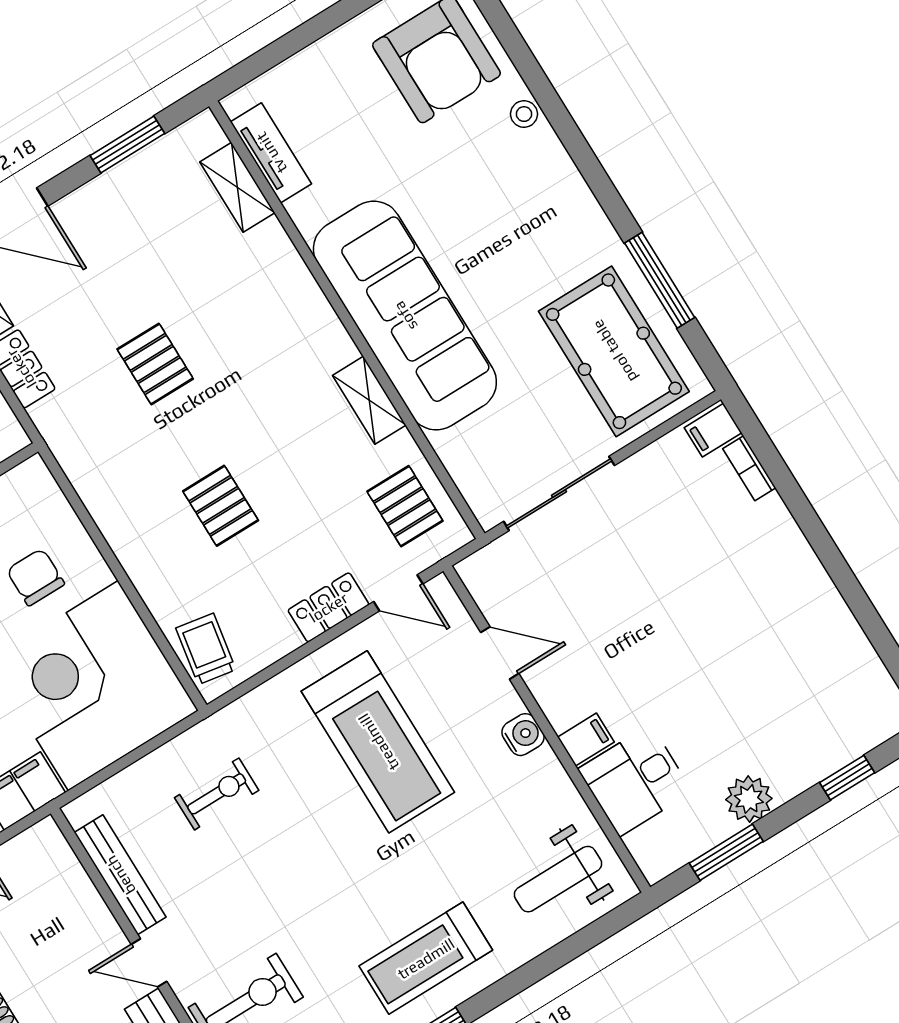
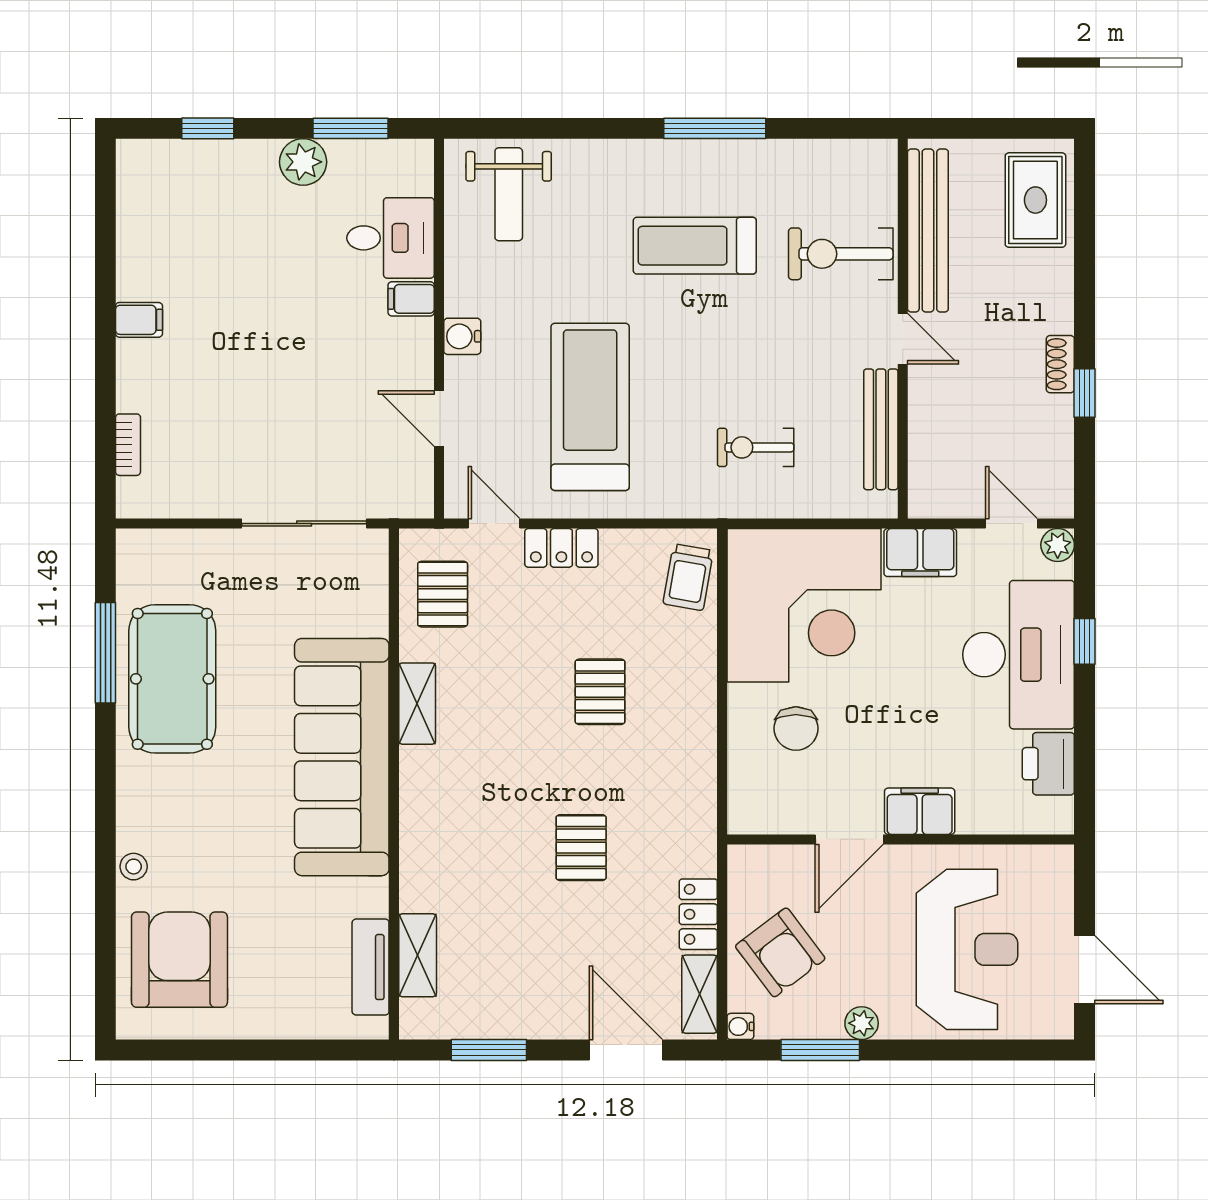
pool table: (614, 351) -> (172, 679), moved
filing cabinet: (713, 430) -> (139, 320), moved
weight bench: (558, 879) -> (509, 194), turned 90
treadmill: (426, 958) -> (695, 246), moved, turned 180

